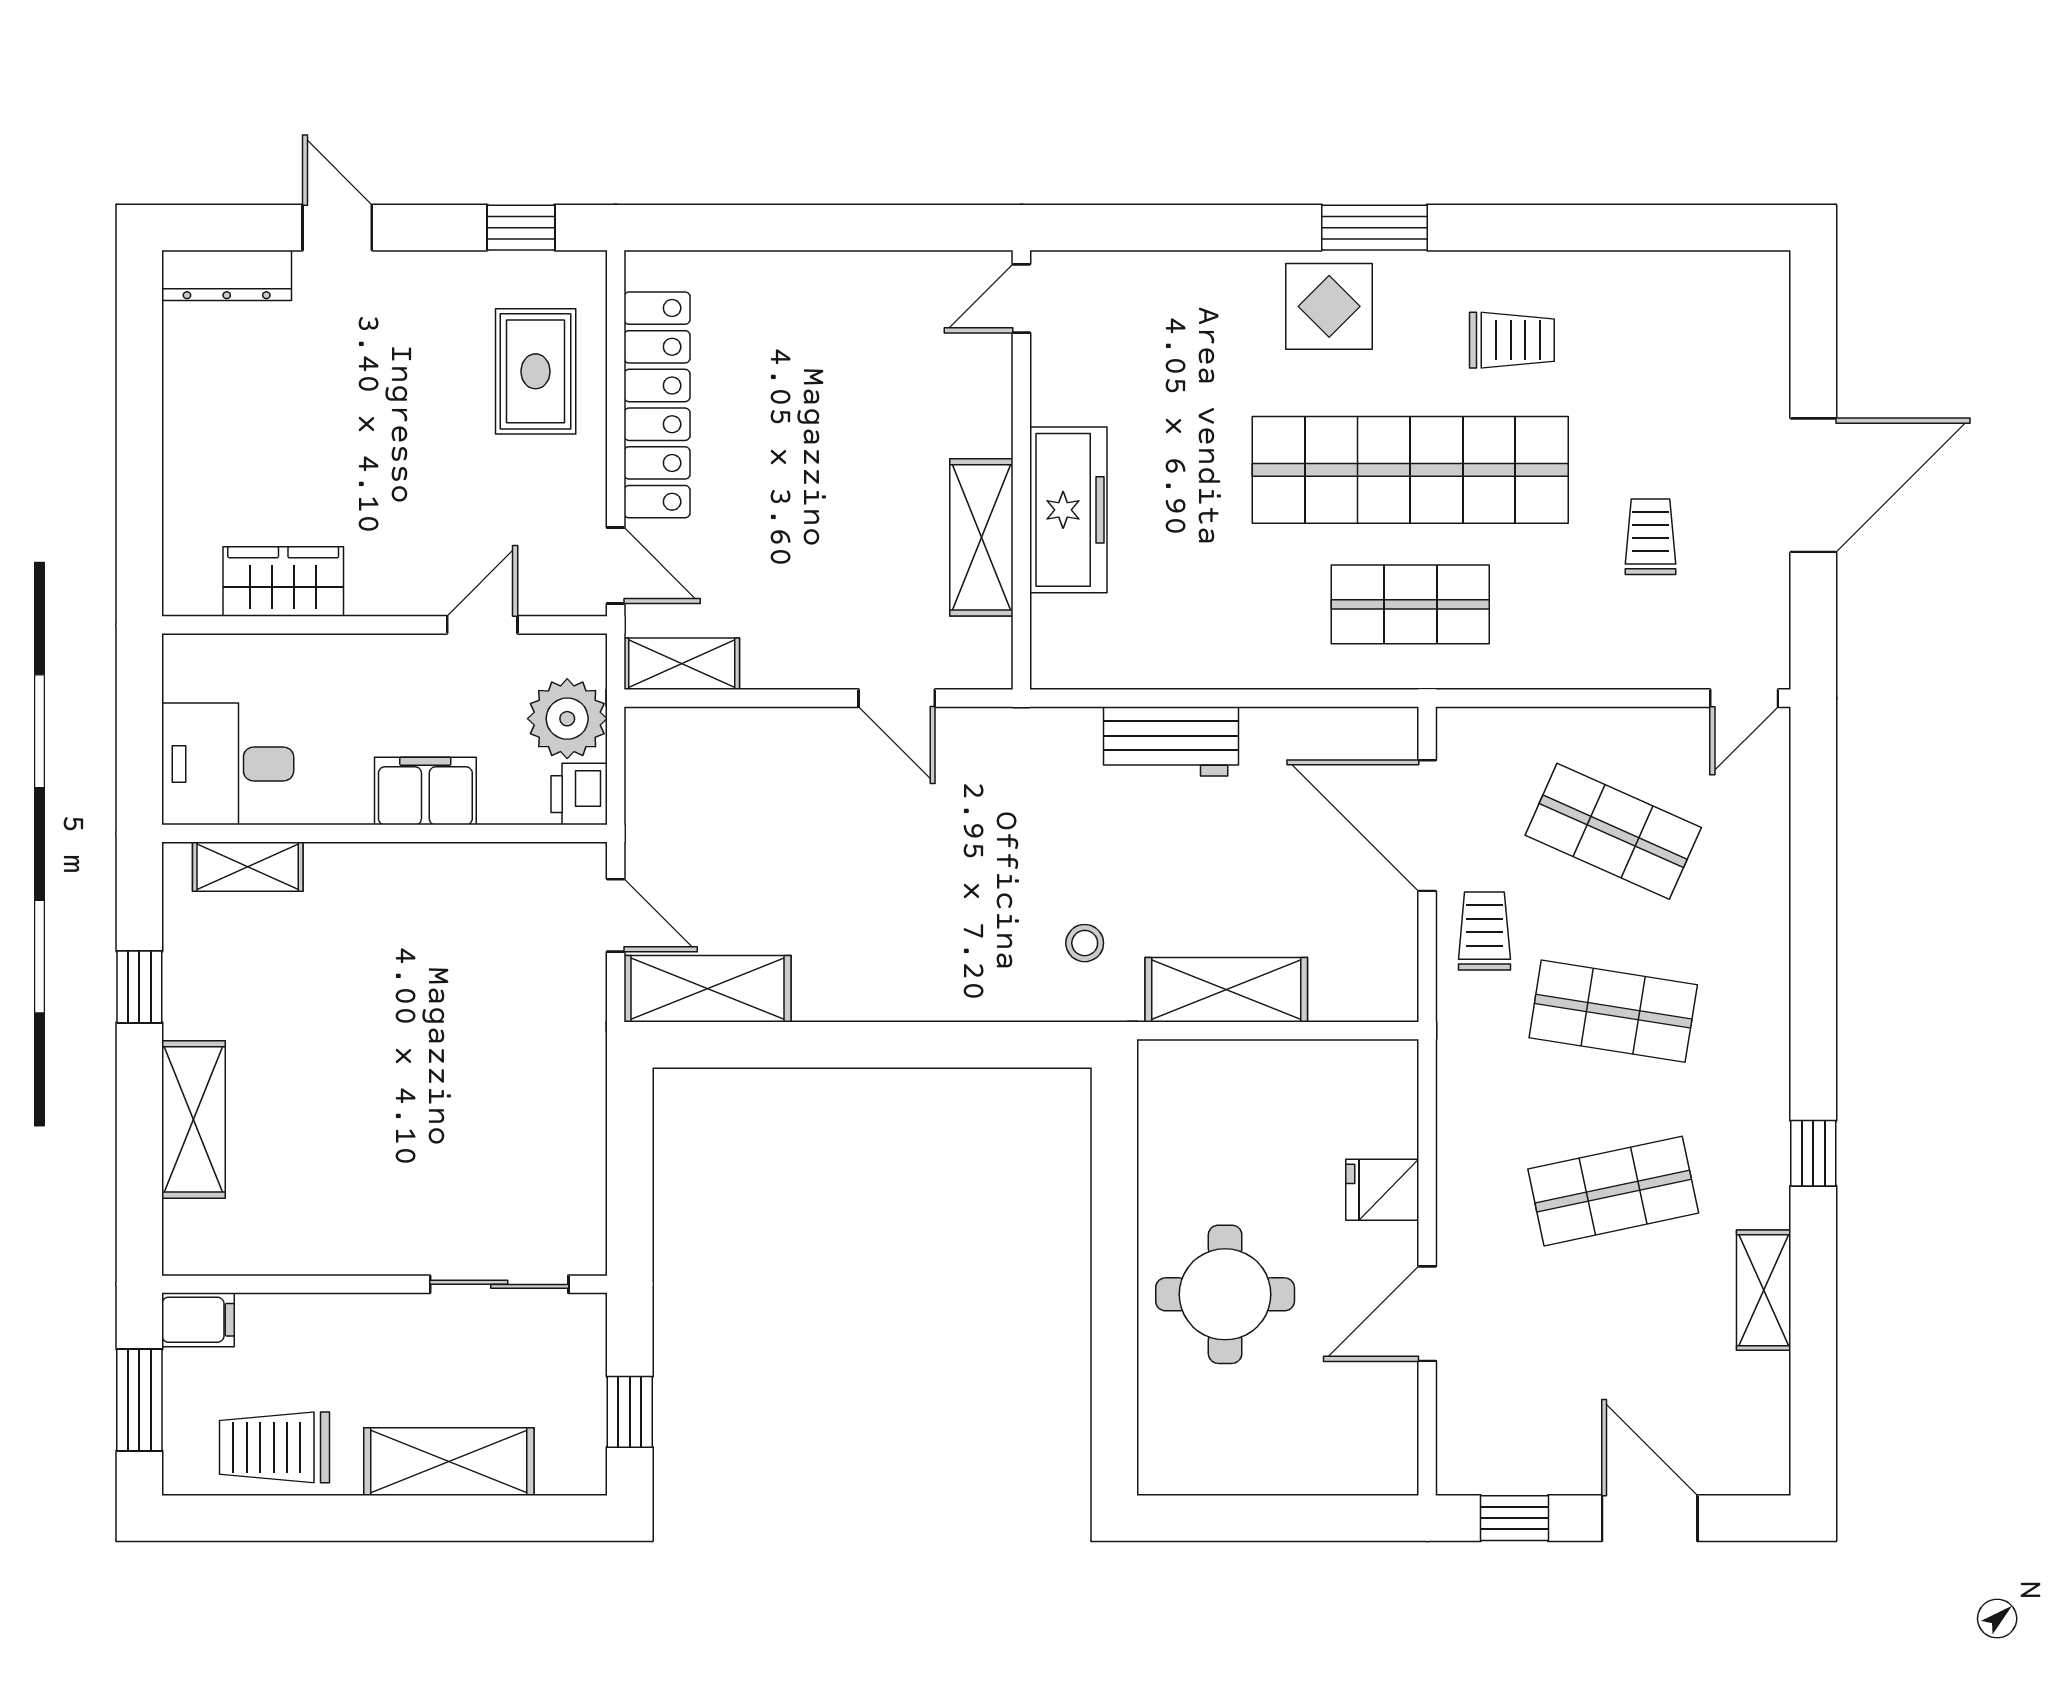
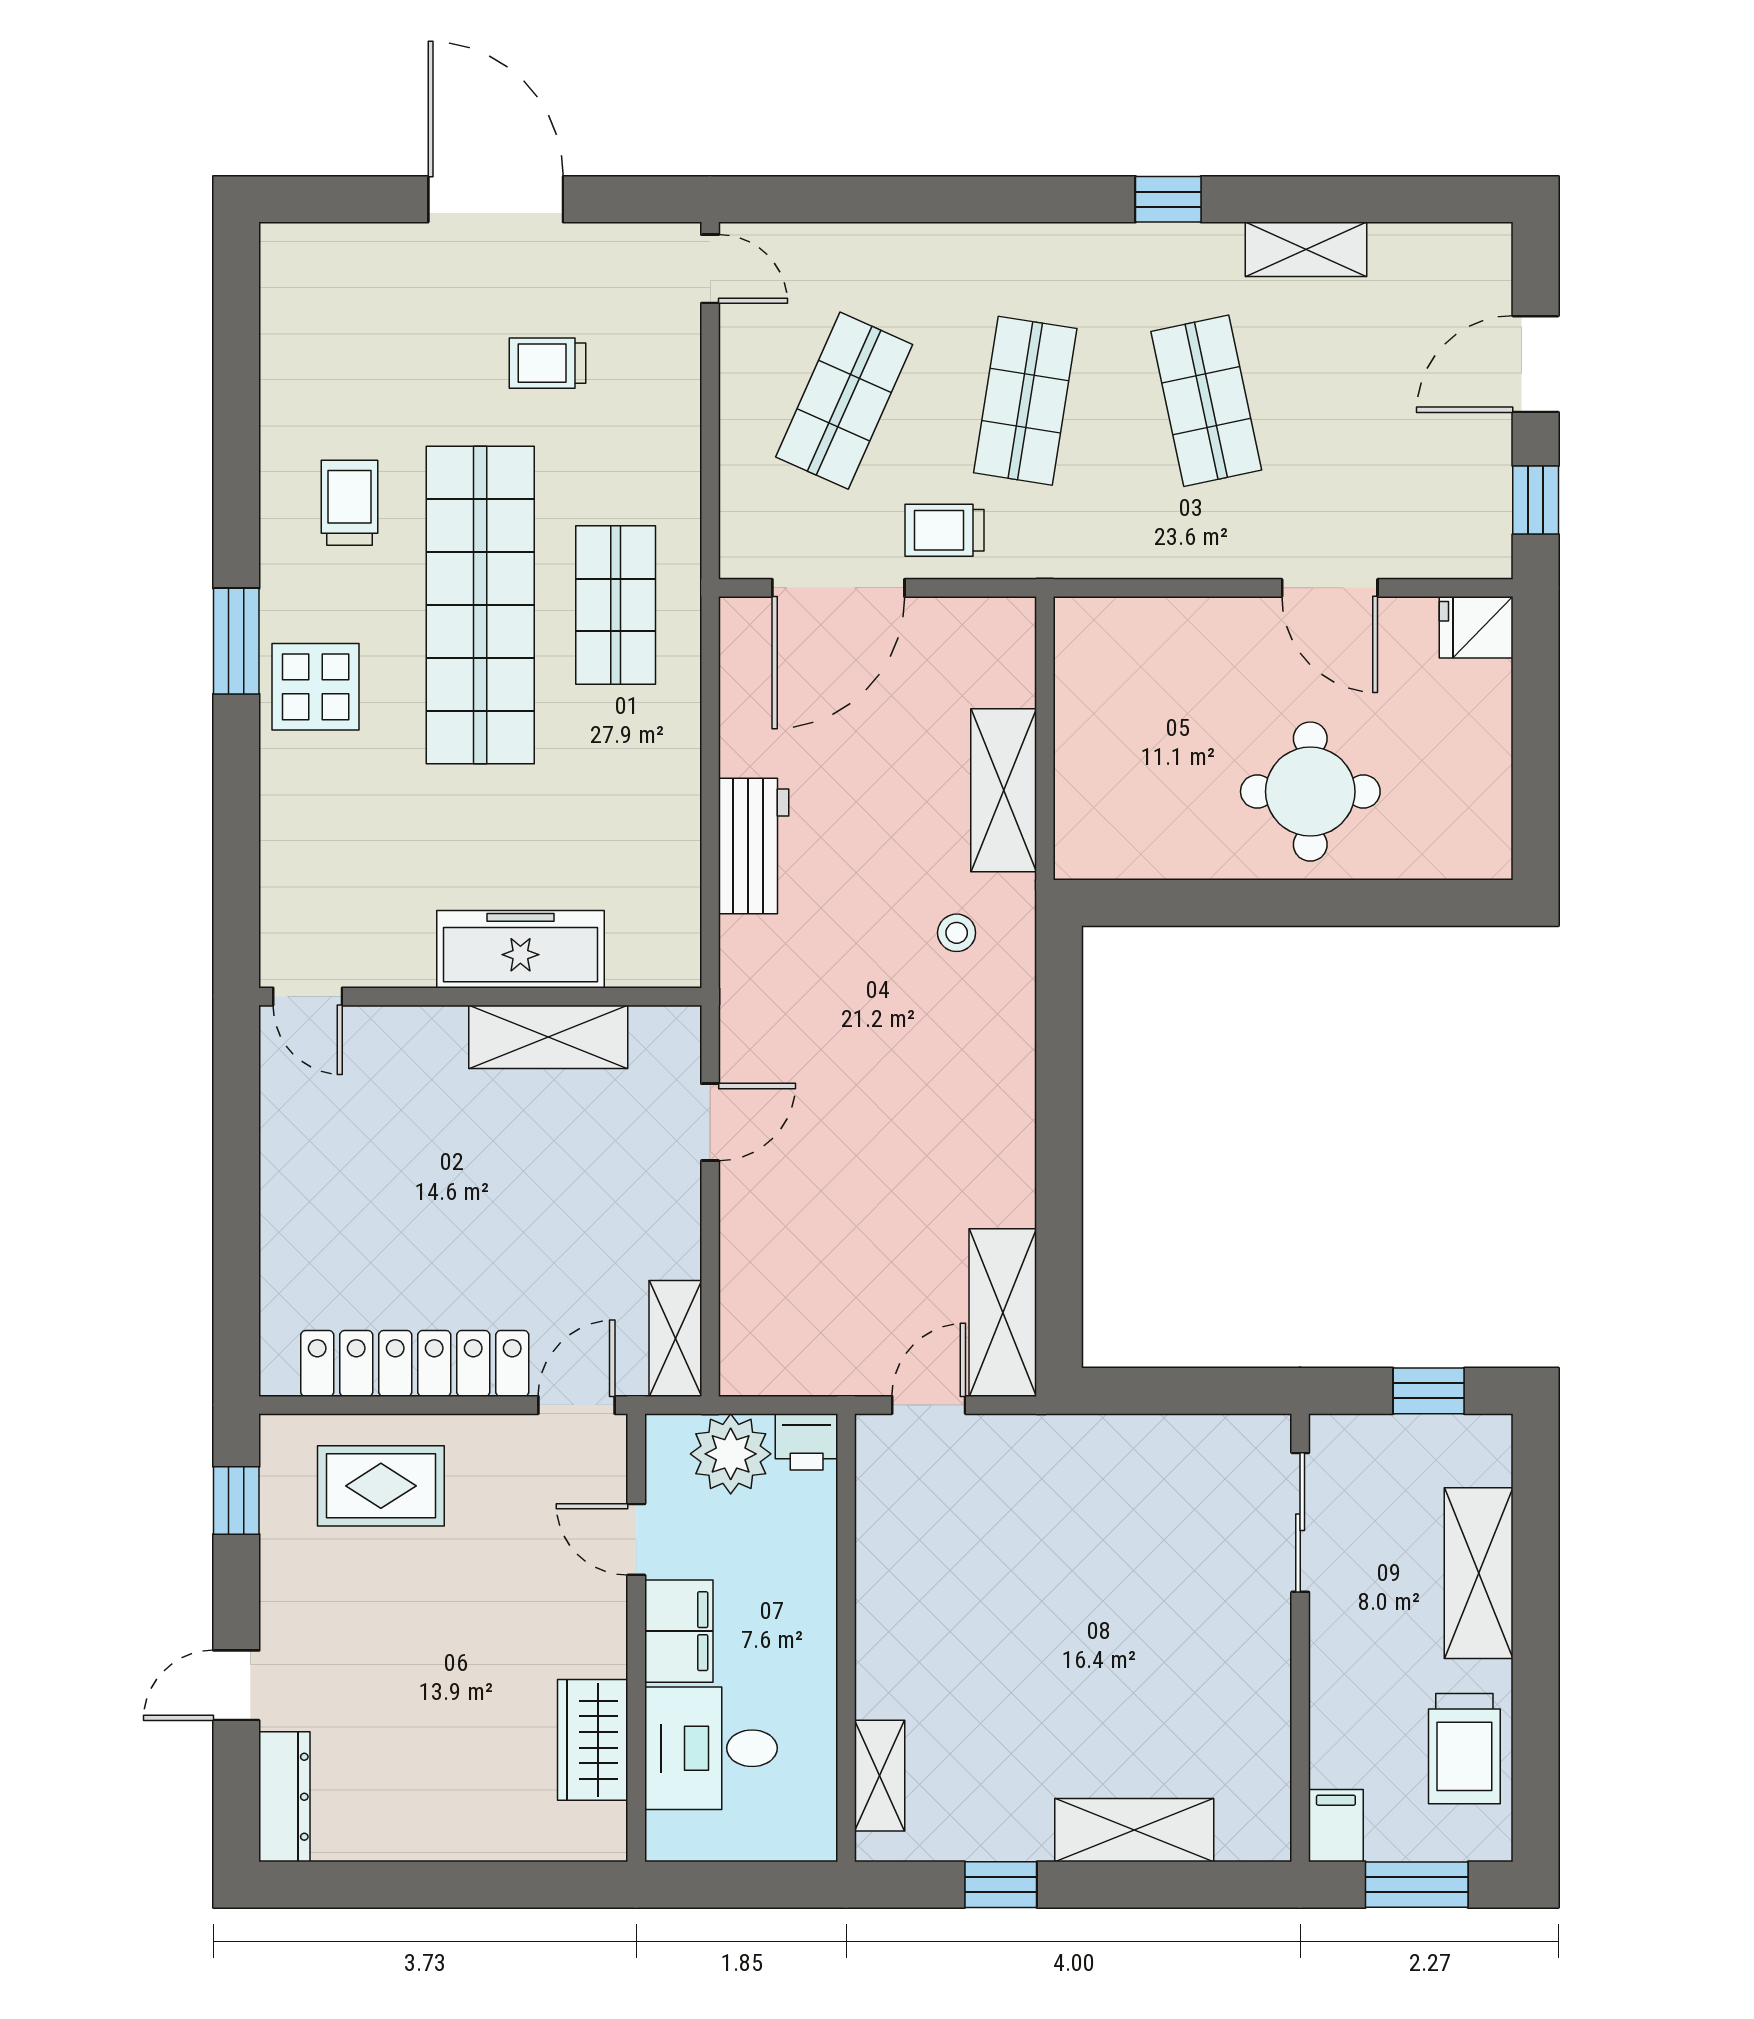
desk: (228, 764) -> (711, 1748), moved, turned 90
filing cabinet: (425, 791) -> (679, 1631), moved, turned 180
fridge: (1382, 1190) -> (1476, 627), moved, turned 90

